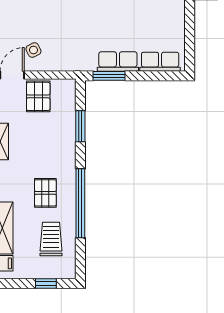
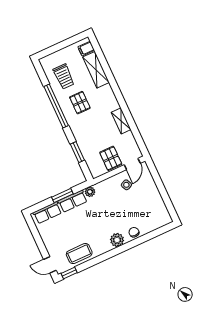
plant: (88, 64) -> (90, 192), added
window: (109, 76) -> (62, 196), moved
window: (46, 283) -> (55, 48), removed

